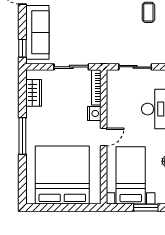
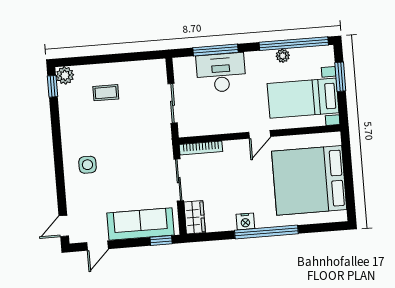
wardrobe: (34, 93) -> (195, 217), moved, turned 90
nightstand: (94, 113) -> (245, 221), moved, turned 180
window: (22, 136) -> (266, 232), width x1.46
door: (104, 137) -> (260, 134), swing flipped

